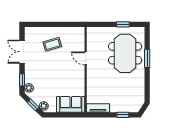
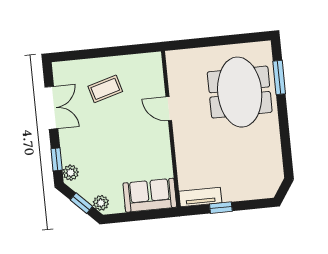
window: (123, 24) -> (230, 40), removed
double door: (22, 52) -> (51, 108), swing flipped
window: (147, 58) -> (279, 77), moved
window: (123, 115) -> (221, 208), moved

